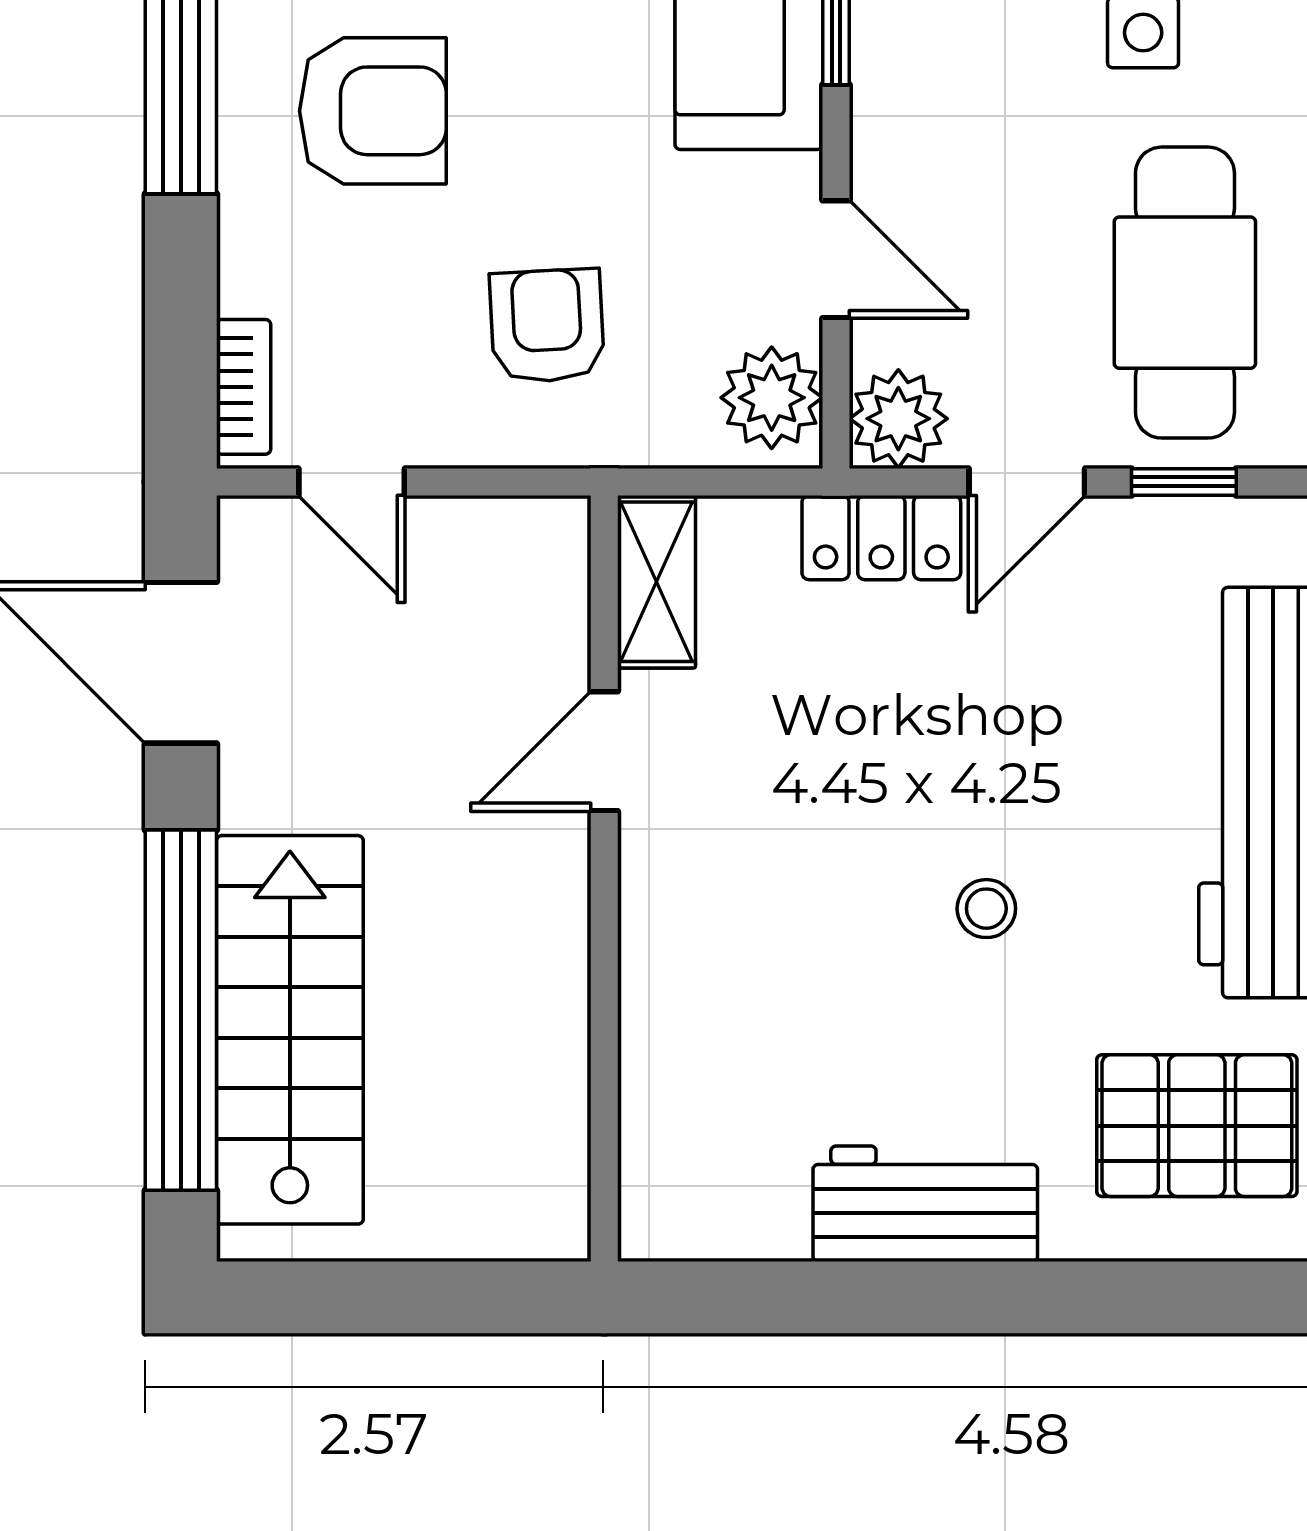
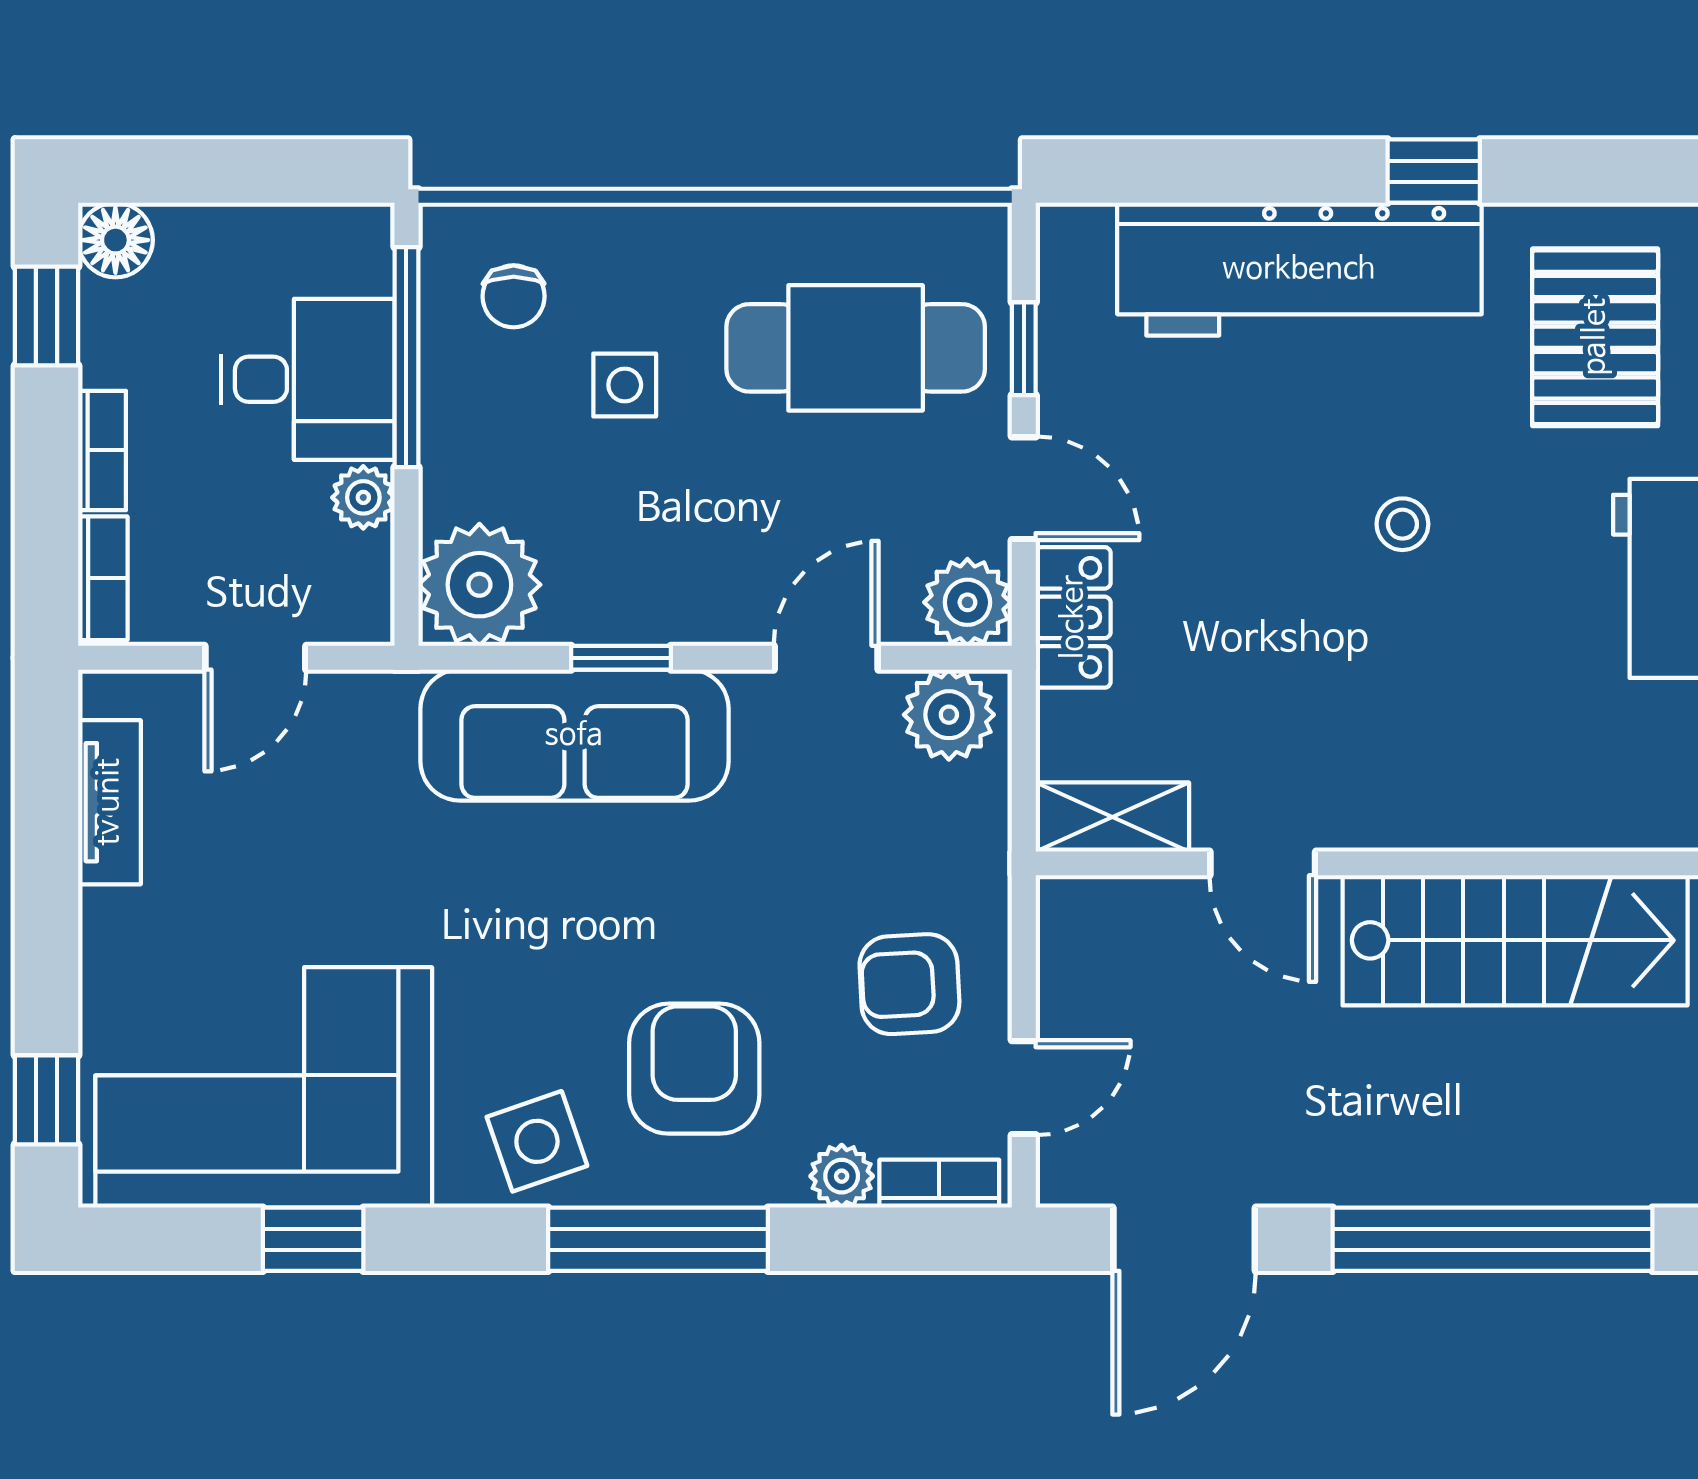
plant: (252, 277) -> (842, 1176), added
armchair: (547, 326) -> (909, 984), moved
stairs: (290, 1030) -> (1515, 940), moved, turned 180

